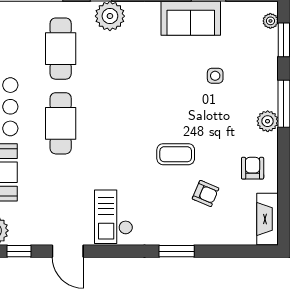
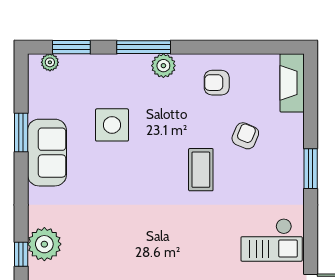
side table: (215, 76) -> (112, 125), width x1.87, depth x1.87
fireplace: (268, 219) -> (292, 83), moved, turned 90

